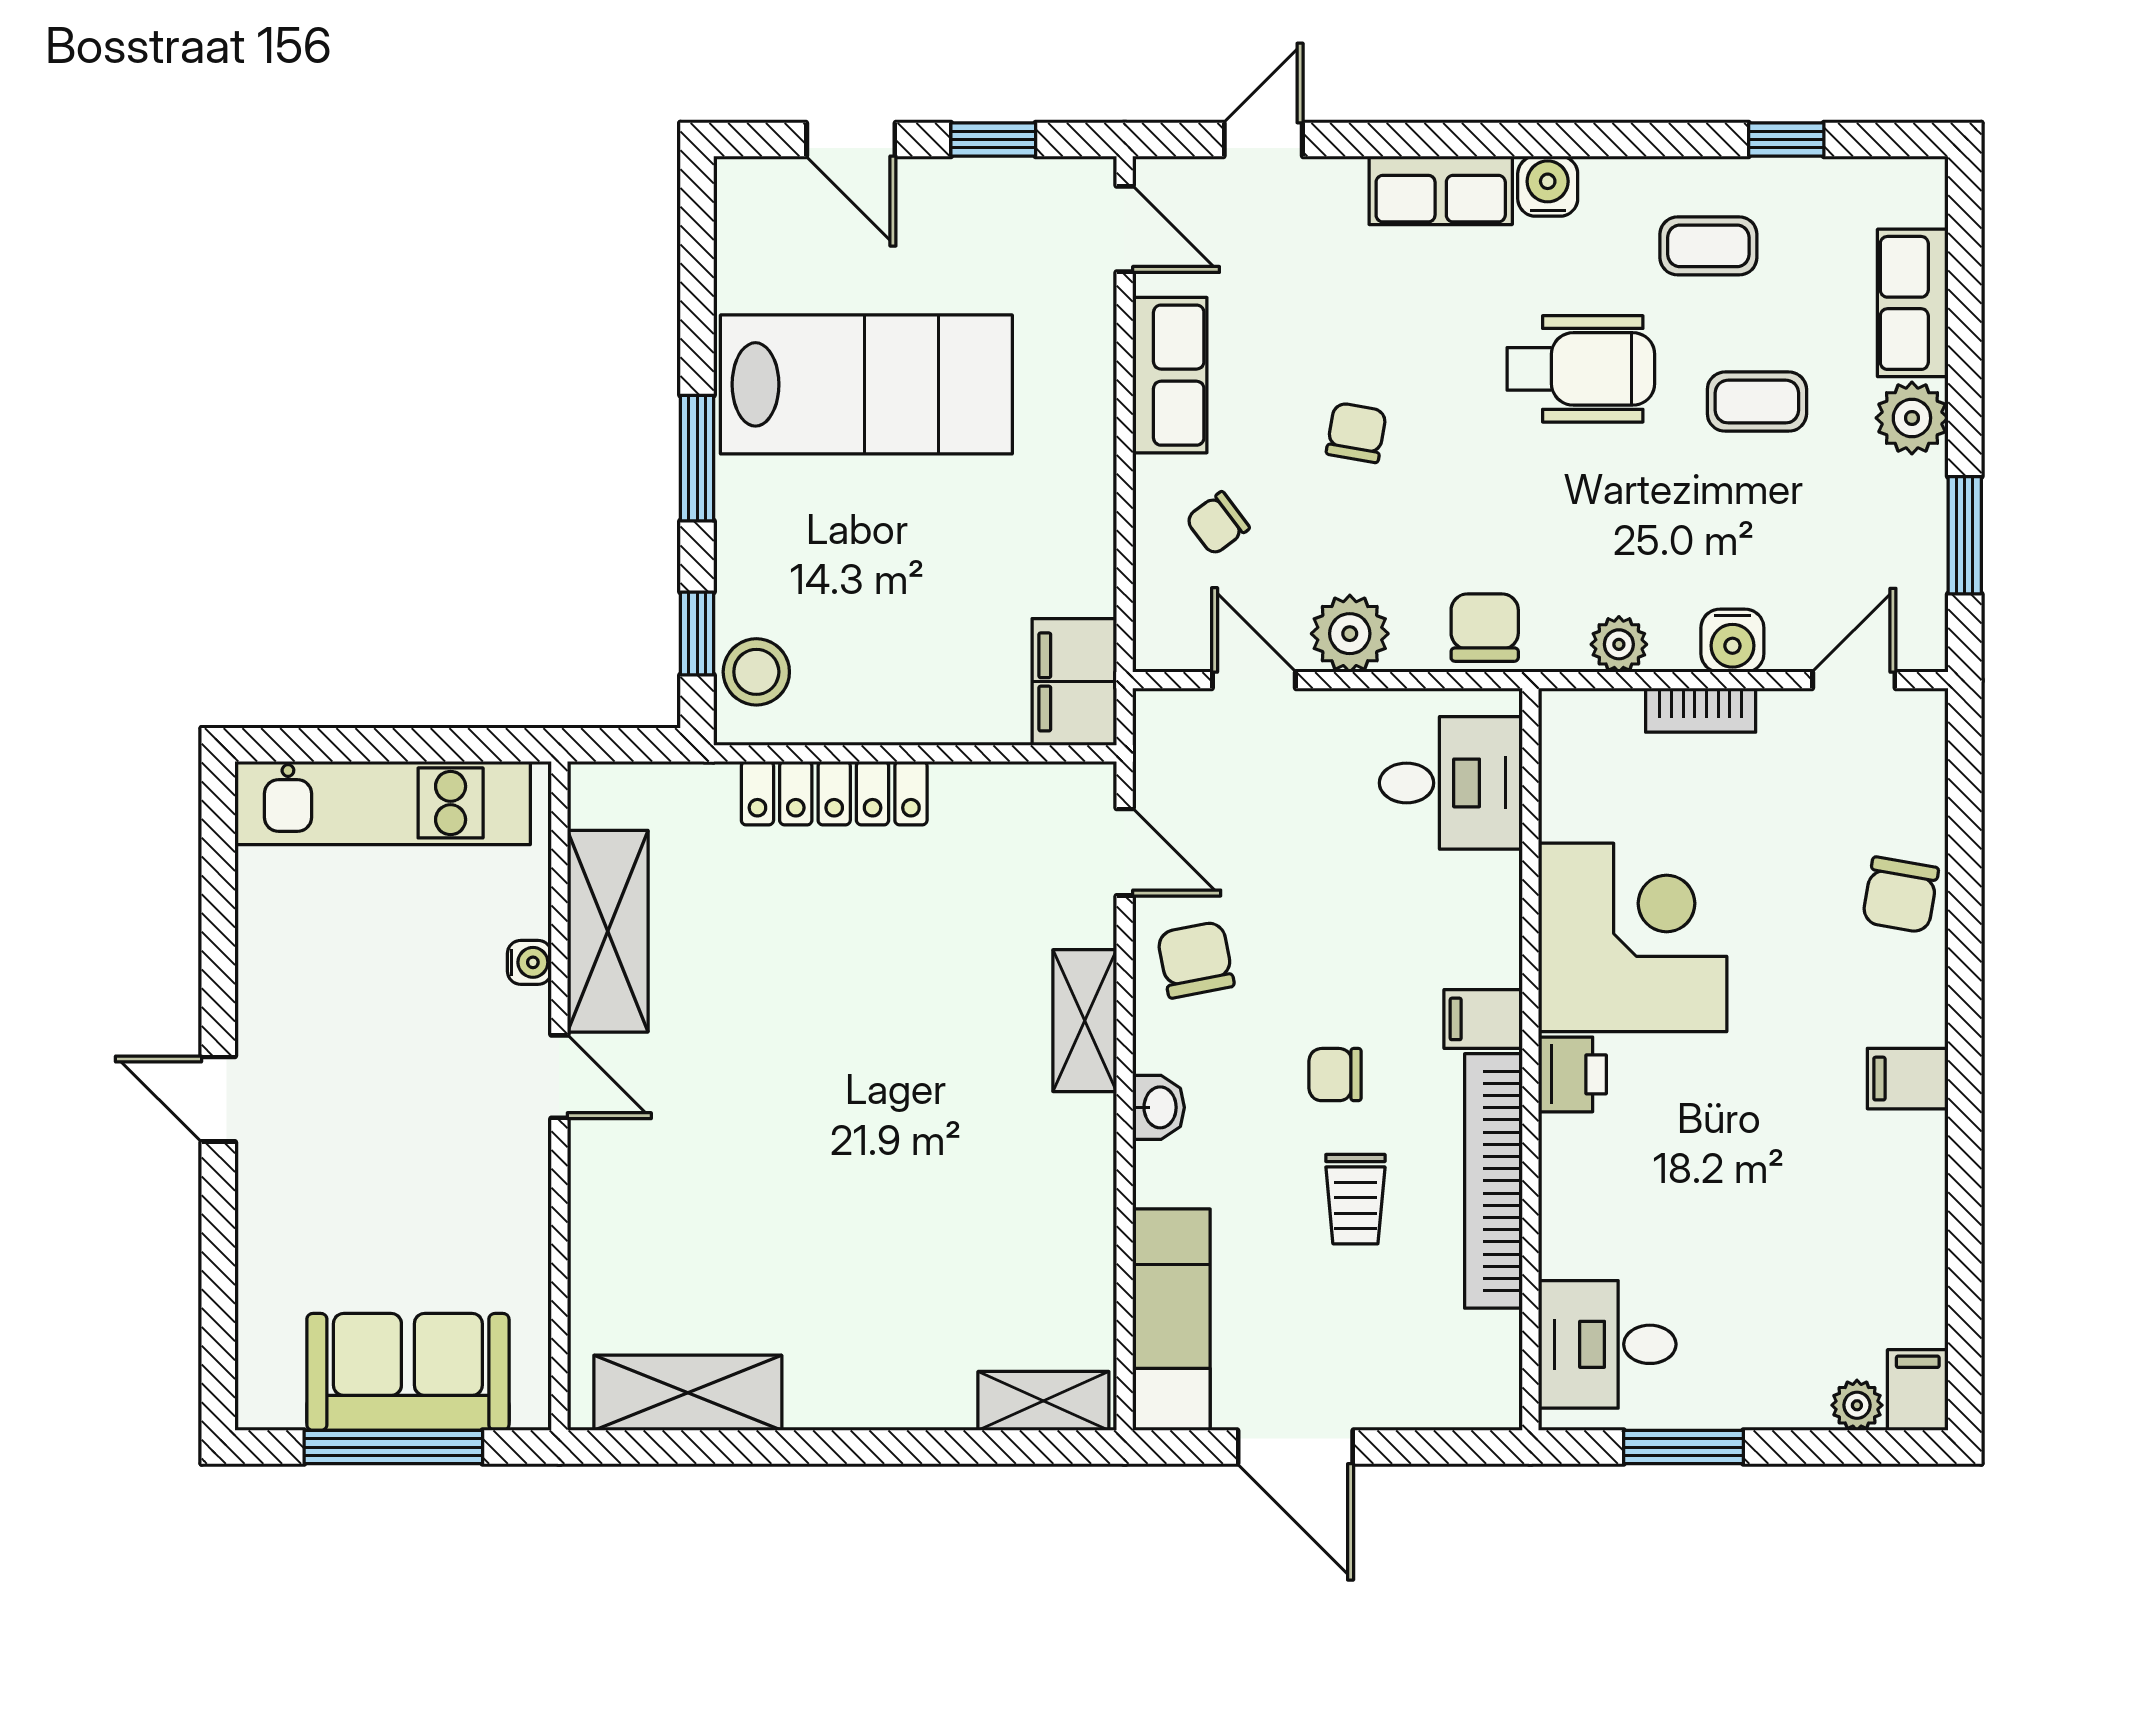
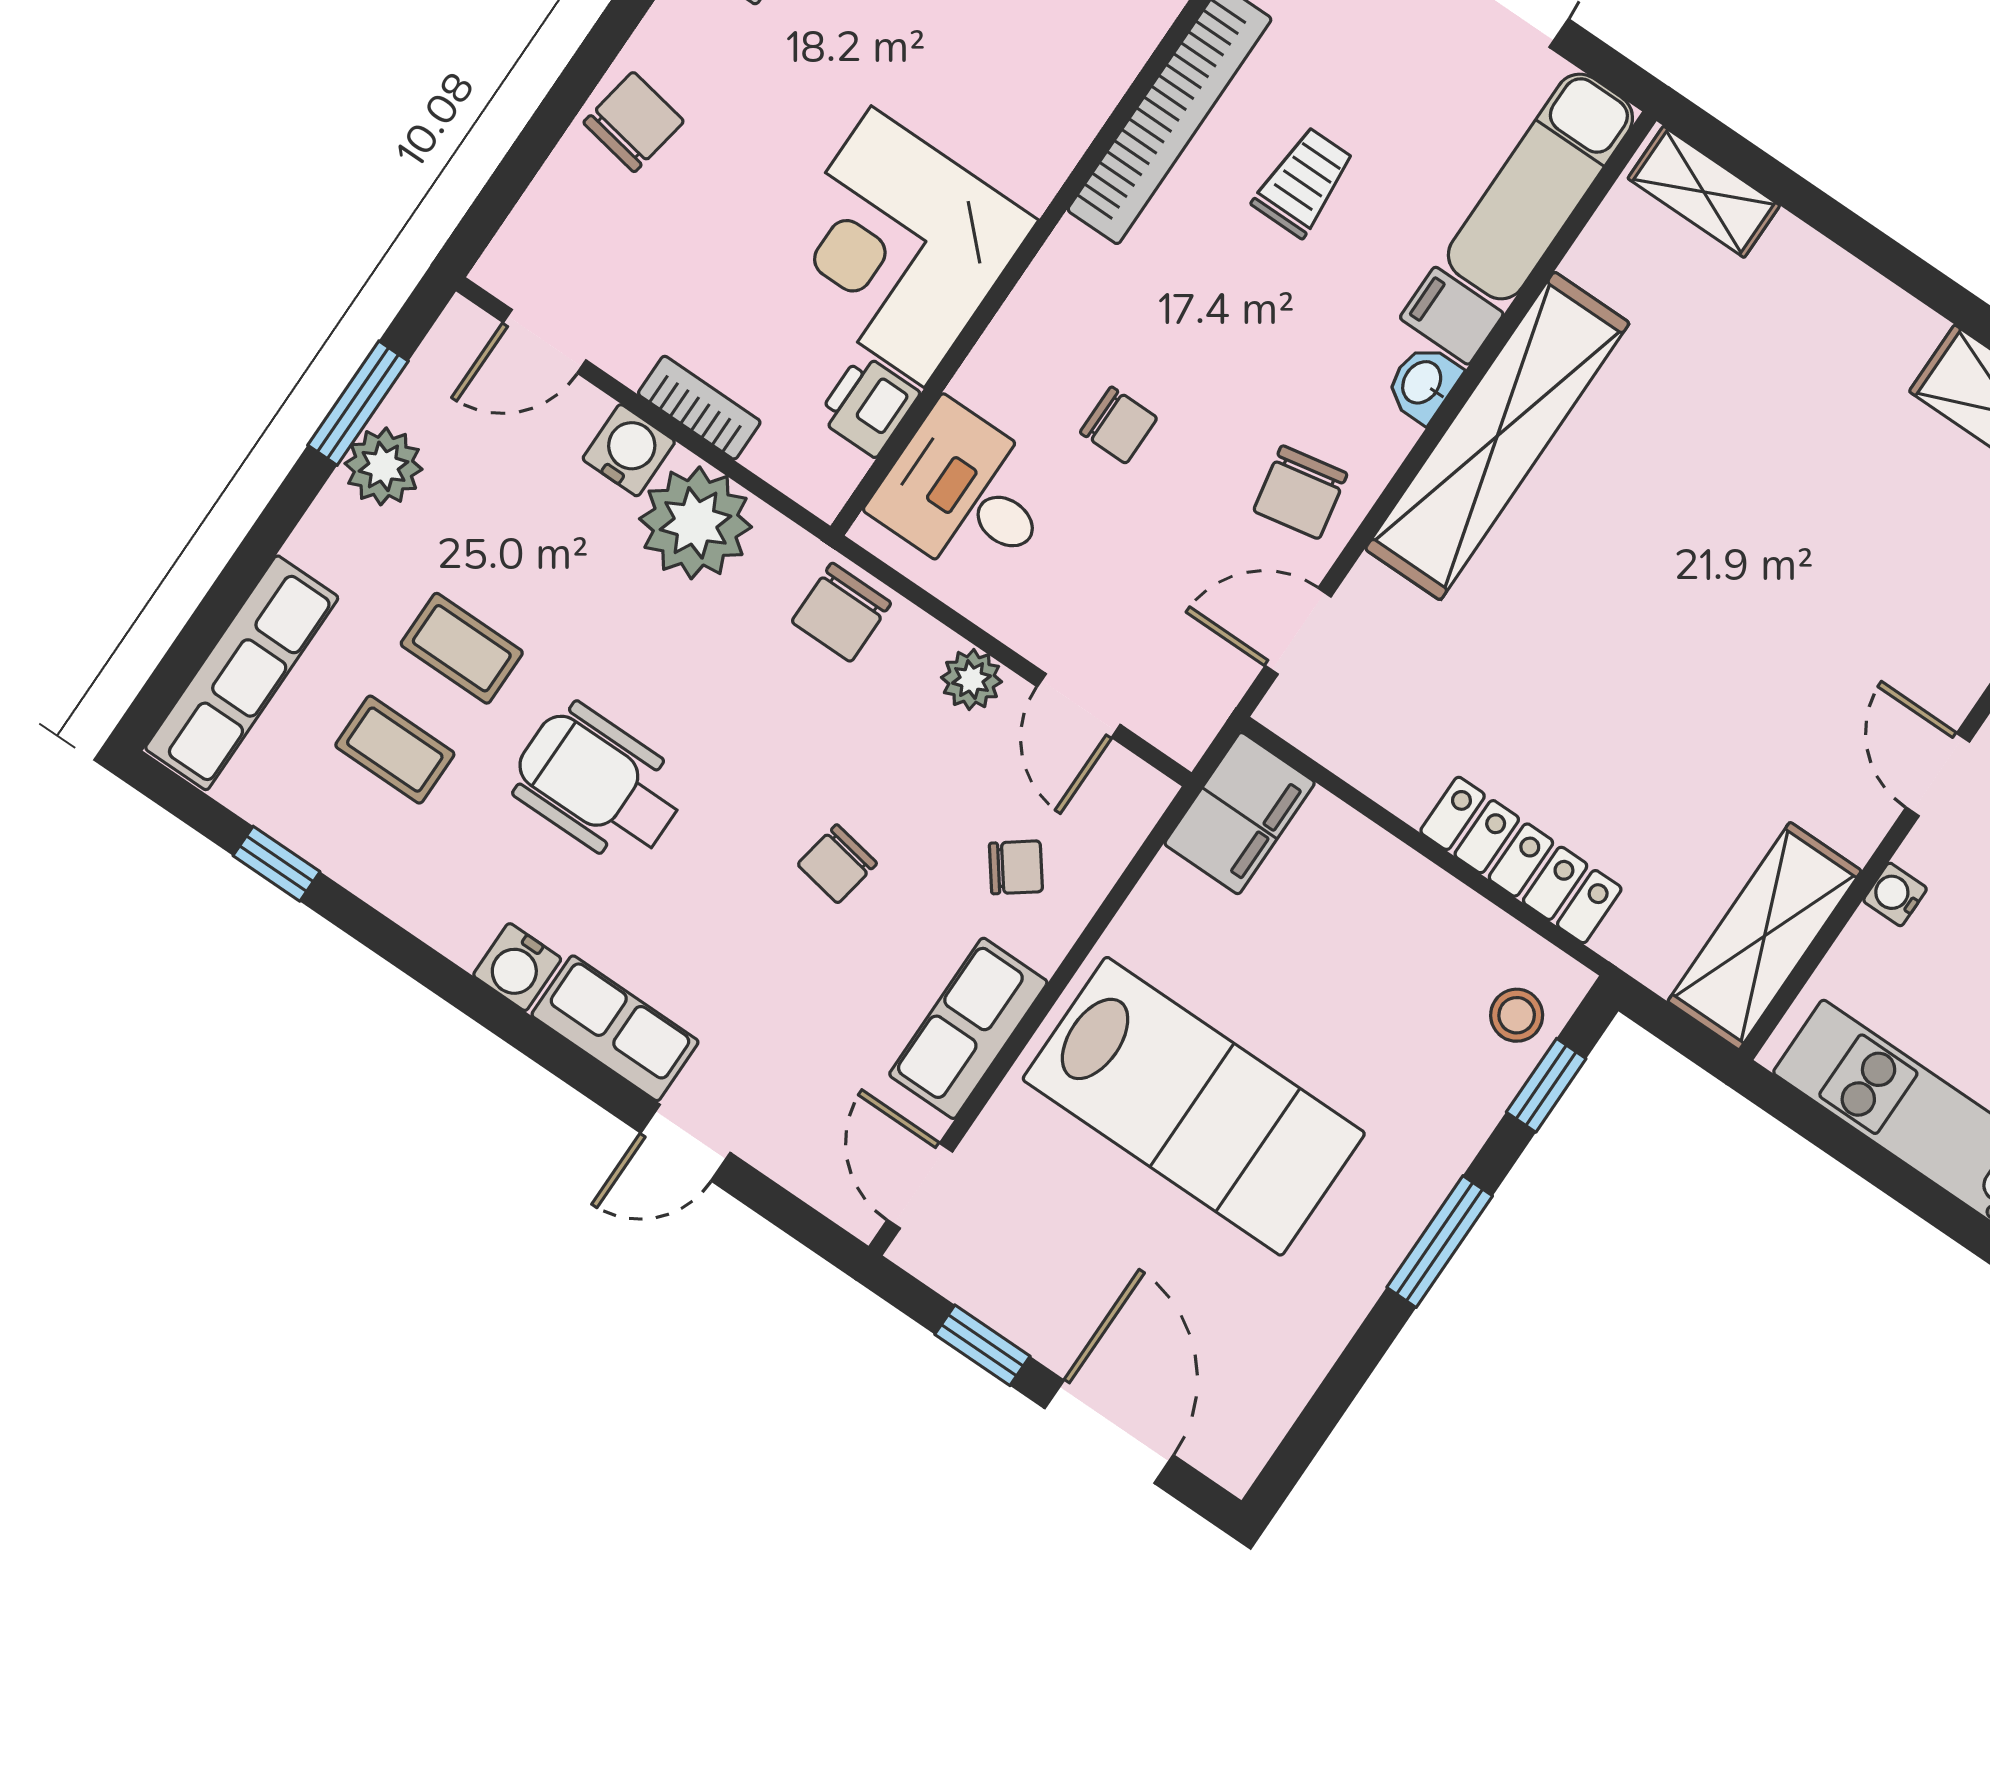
door: (851, 139) -> (1109, 1432), width x1.38
door: (1263, 139) -> (685, 1143), moved
coffee table: (1708, 246) -> (395, 750), moved
row of seats: (1913, 303) -> (242, 673), width x1.48
lab bench: (866, 384) -> (1194, 1106), moved, turned 180
plant: (1912, 418) -> (383, 466), moved
plant: (1350, 634) -> (971, 680), width x0.73, depth x0.73
plant: (1619, 644) -> (695, 523), width x1.87, depth x1.87
stool: (756, 672) -> (1517, 1015), width x0.73, depth x0.73
door: (1125, 852) -> (1298, 631), hinge flipped
shelving: (608, 931) -> (1765, 936), moved
filing cabinet: (1483, 1019) -> (1452, 316), moved, turned 180
shelving: (1085, 1021) -> (1497, 436), width x2.20, depth x1.33
printer: (1572, 1074) -> (868, 405), moved
chair: (1335, 1075) -> (1119, 425), moved

